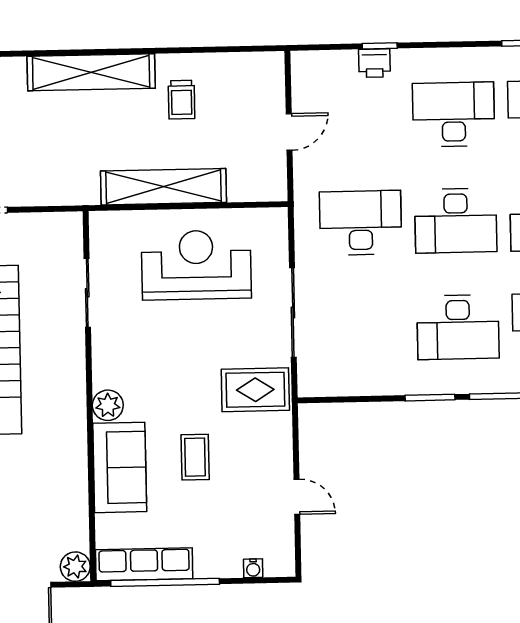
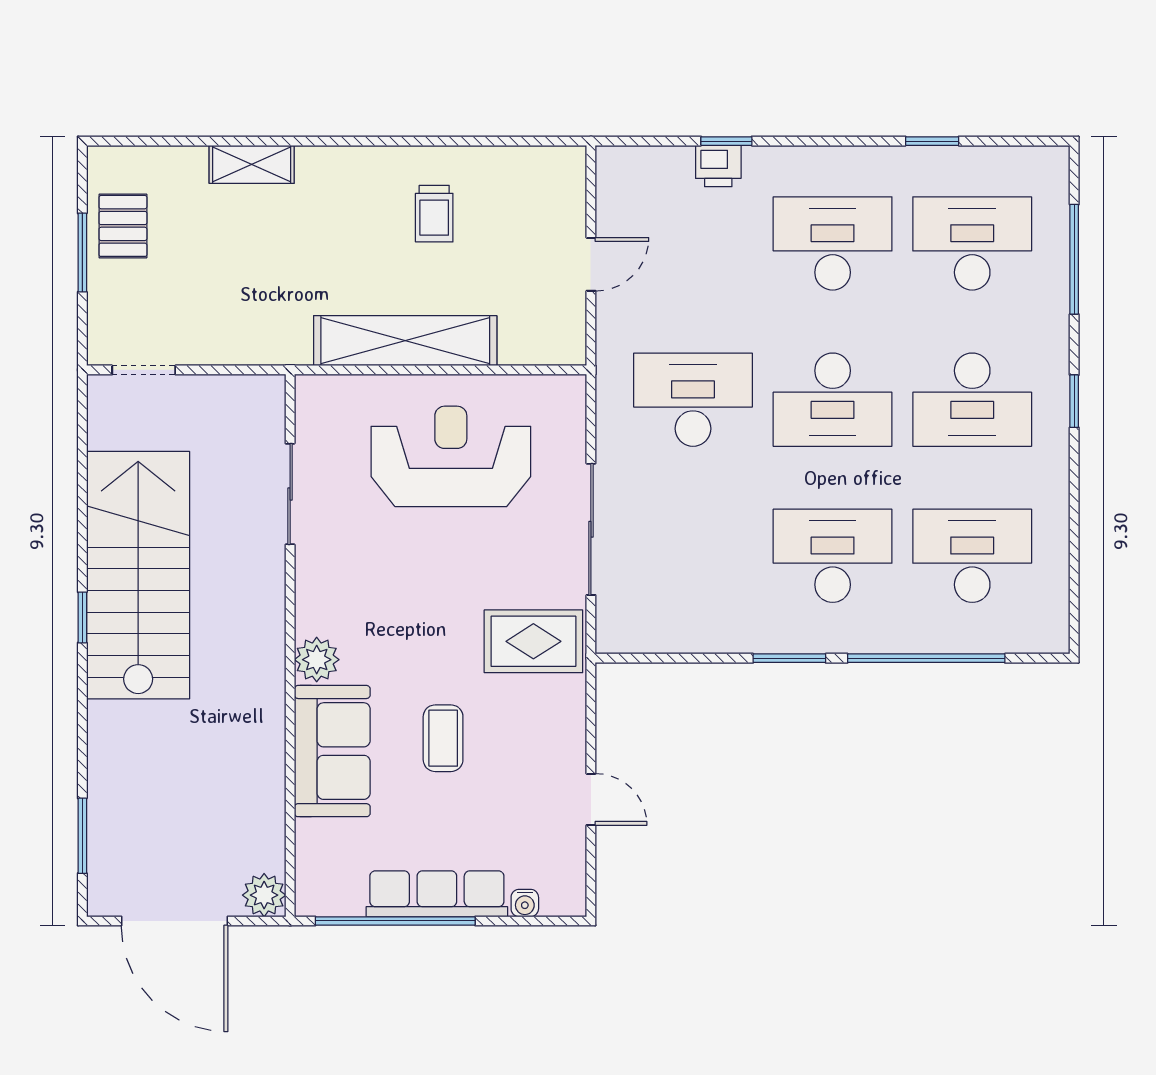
shelving: (91, 72) -> (252, 164), width x0.45, depth x0.75
desk: (458, 327) -> (833, 556), turned 180
row of seats: (144, 564) -> (437, 894), moved

